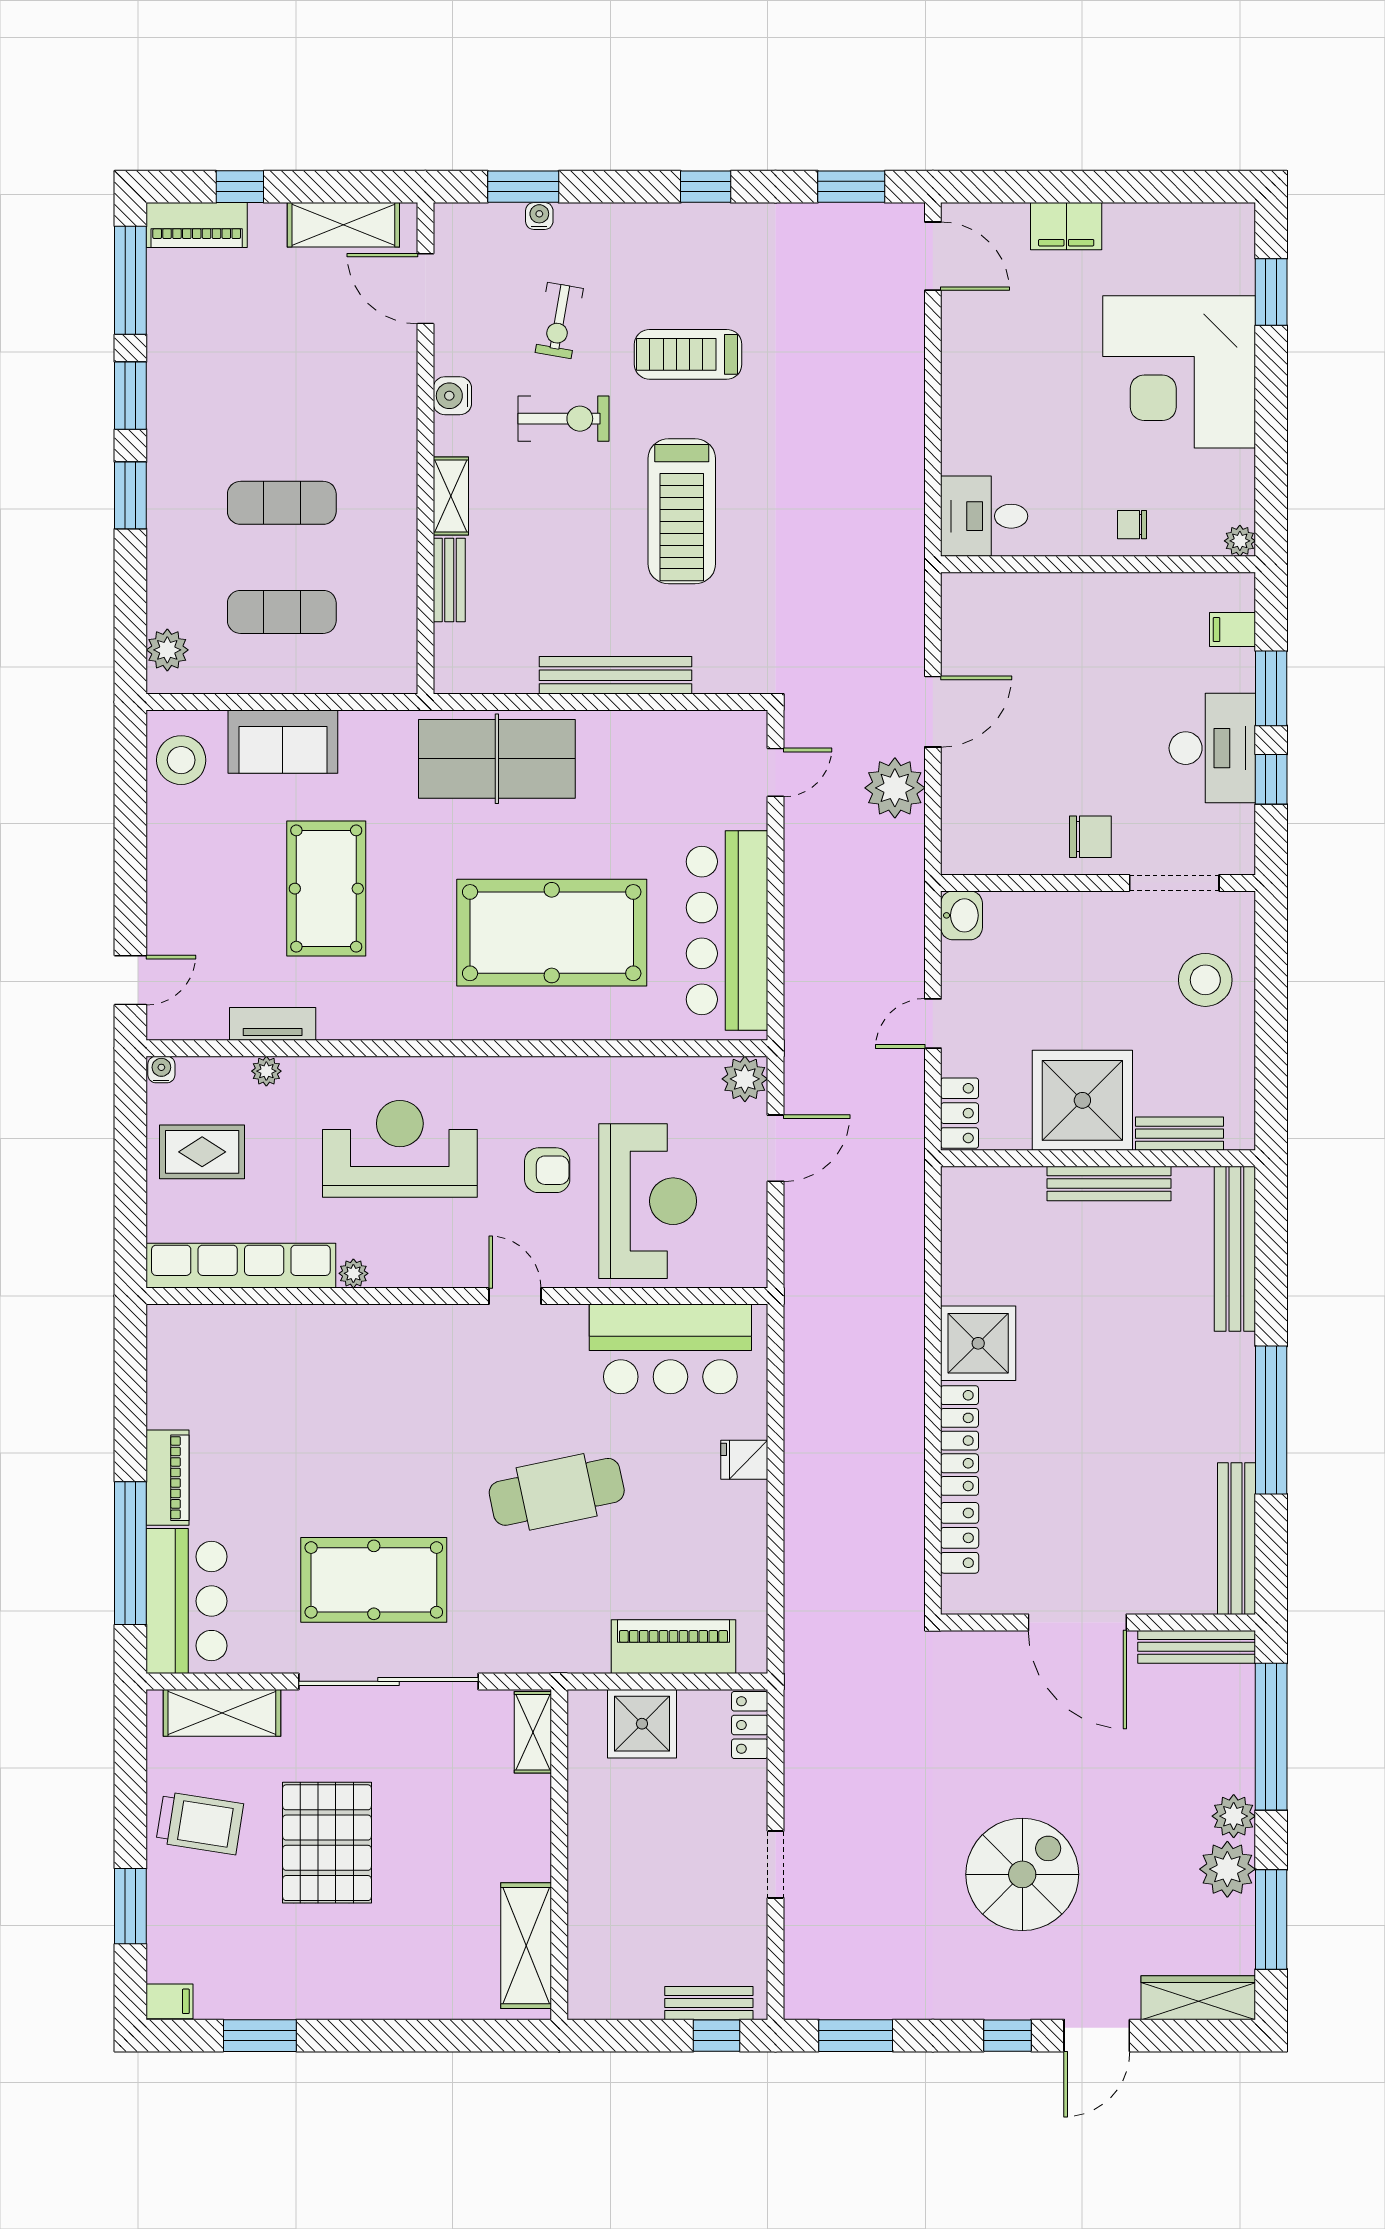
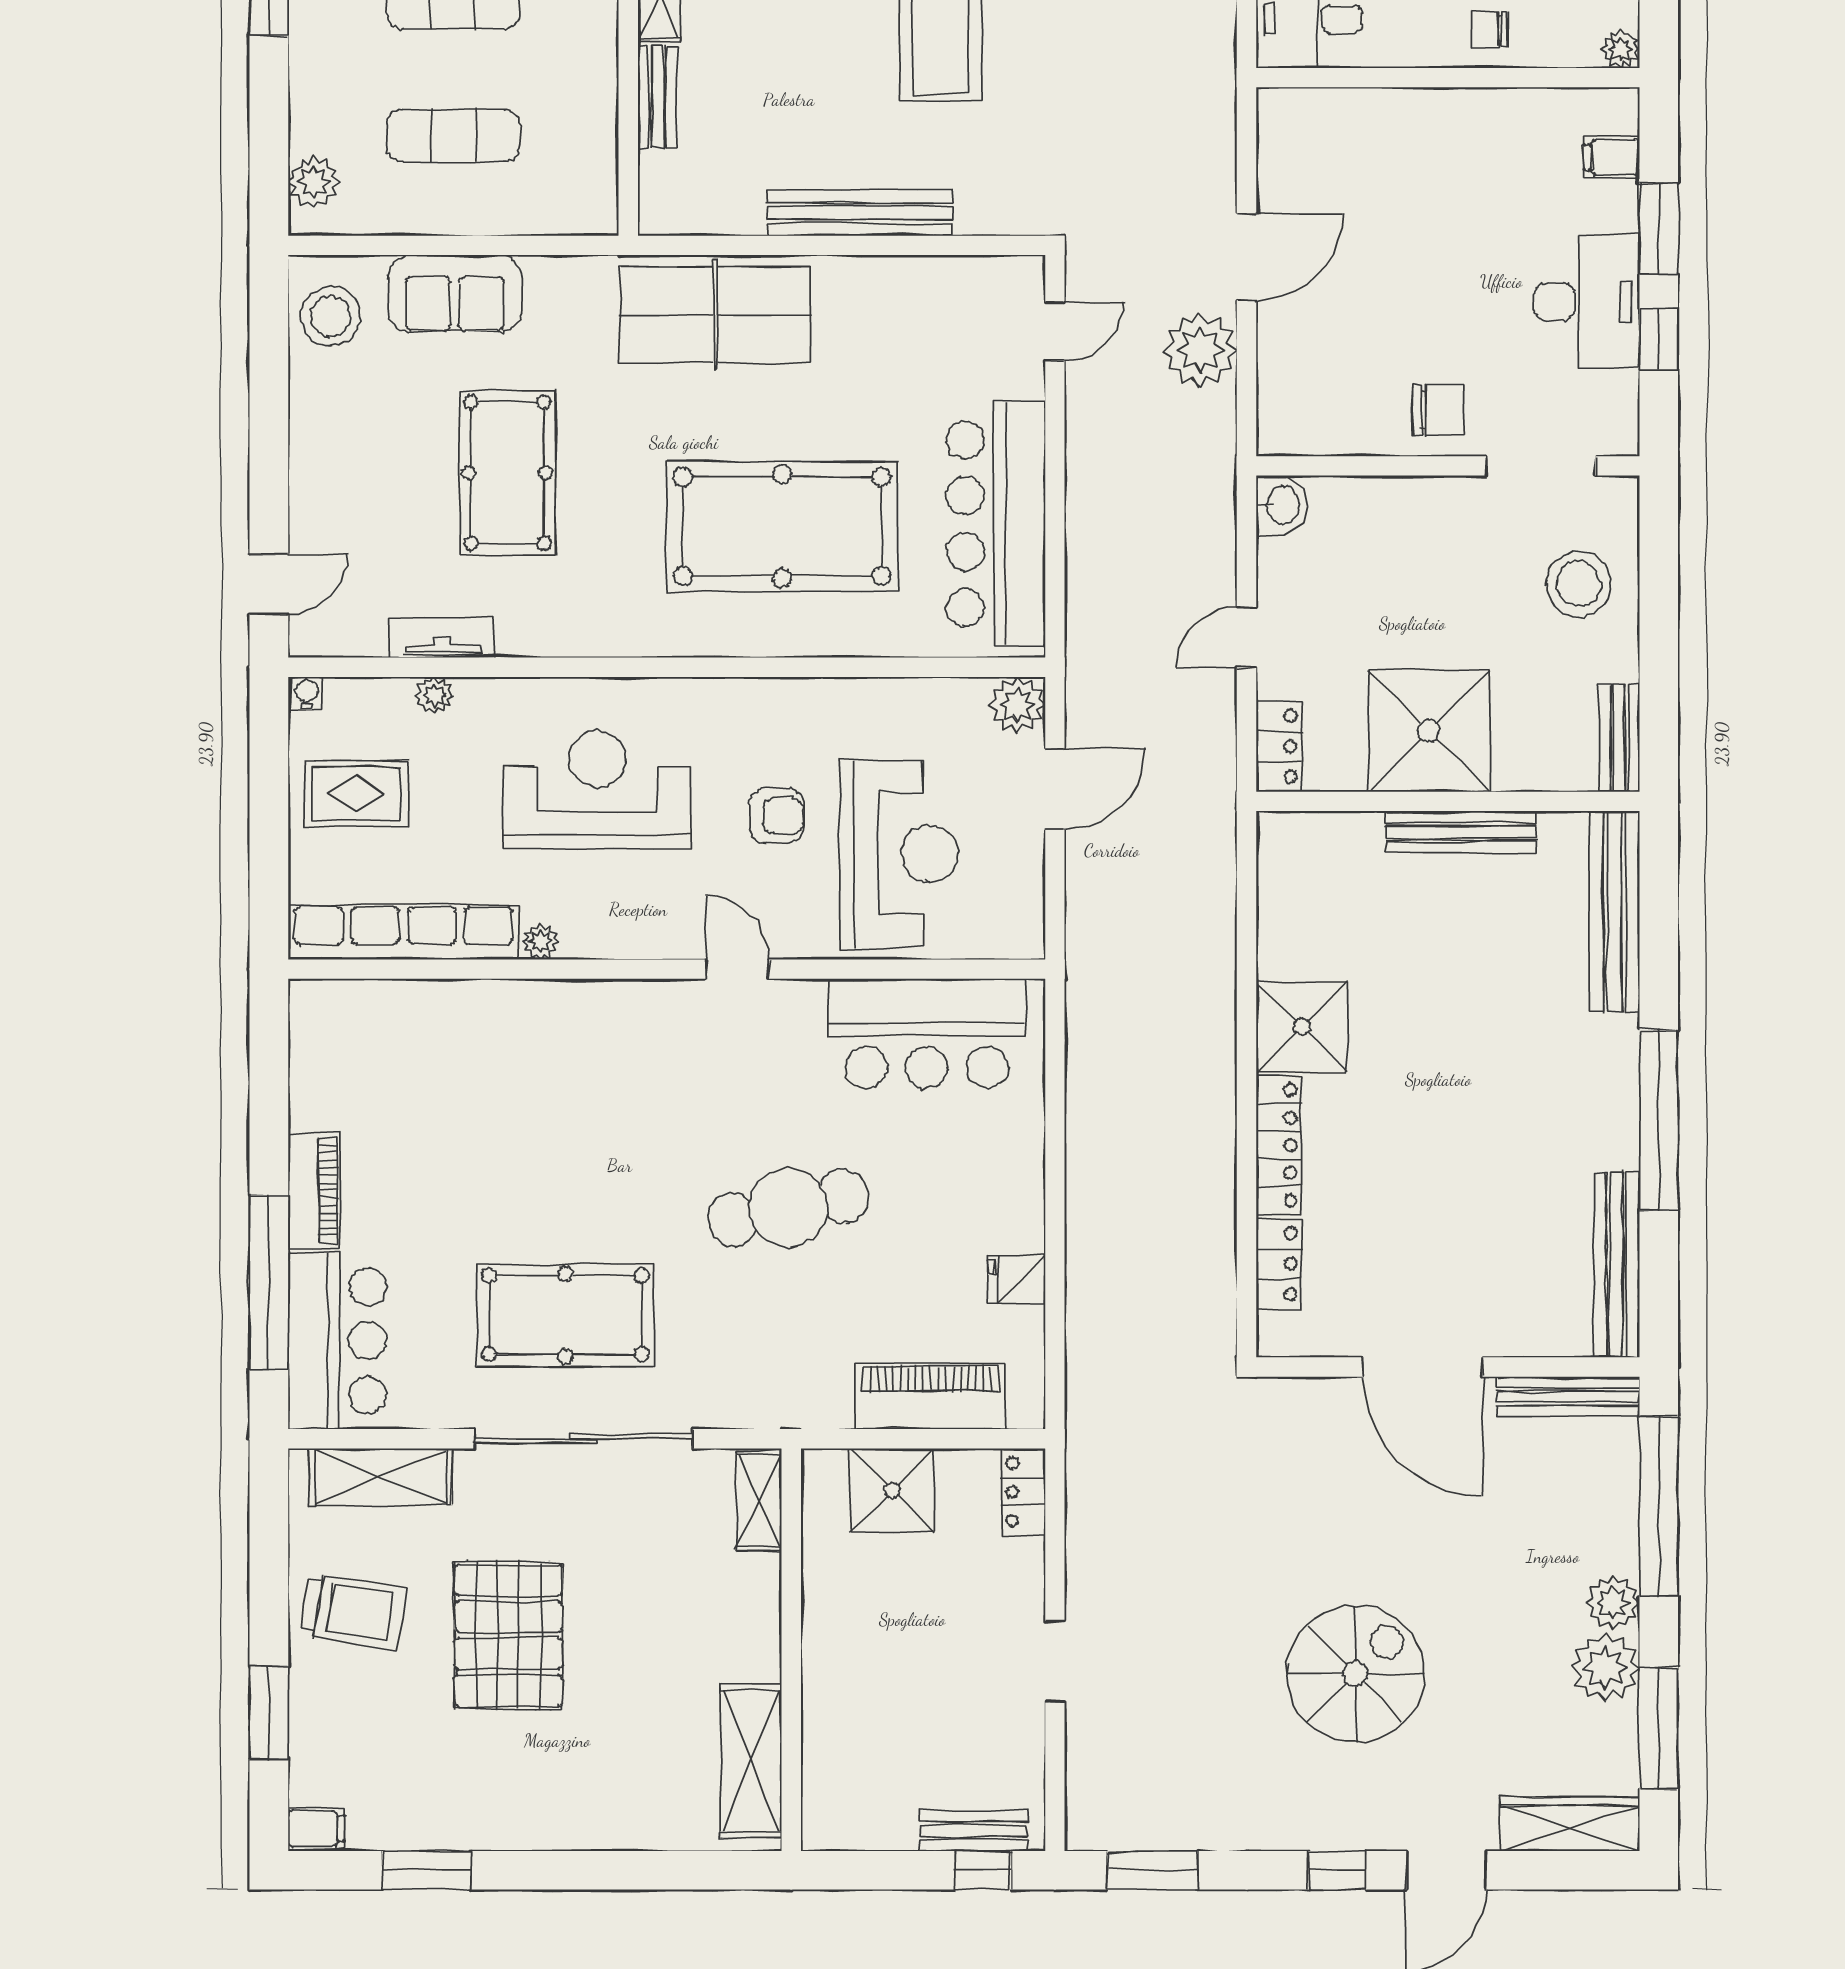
bench: (1180, 1134) -> (1619, 738), moved, turned 90
fridge: (744, 1460) -> (1017, 1280), moved

